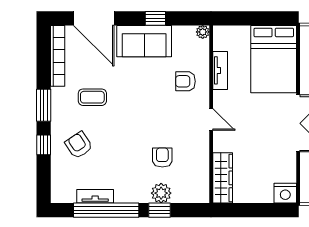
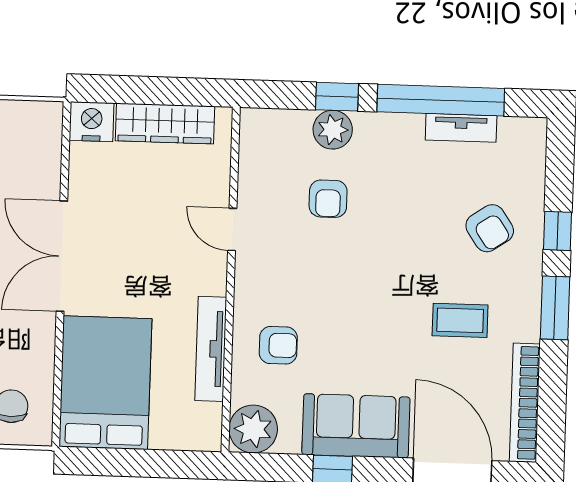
plant: (203, 32) -> (253, 429), width x1.87, depth x1.87
tv unit: (220, 70) -> (211, 349), width x1.41
door: (211, 120) -> (232, 229), moved
wardrobe: (223, 178) -> (165, 123), moved, turned -90

